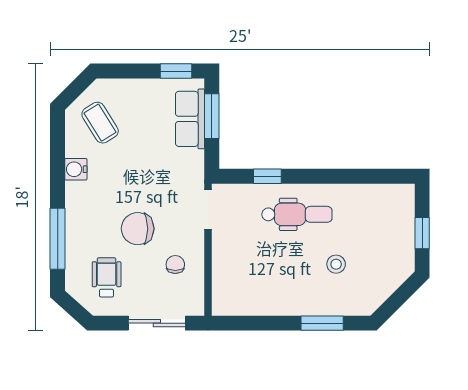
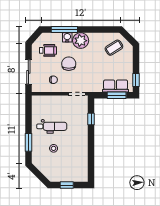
water cooler: (76, 169) -> (67, 37), moved
plant: (83, 201) -> (81, 41), added
dental chair: (297, 214) -> (52, 126), moved, turned -90

